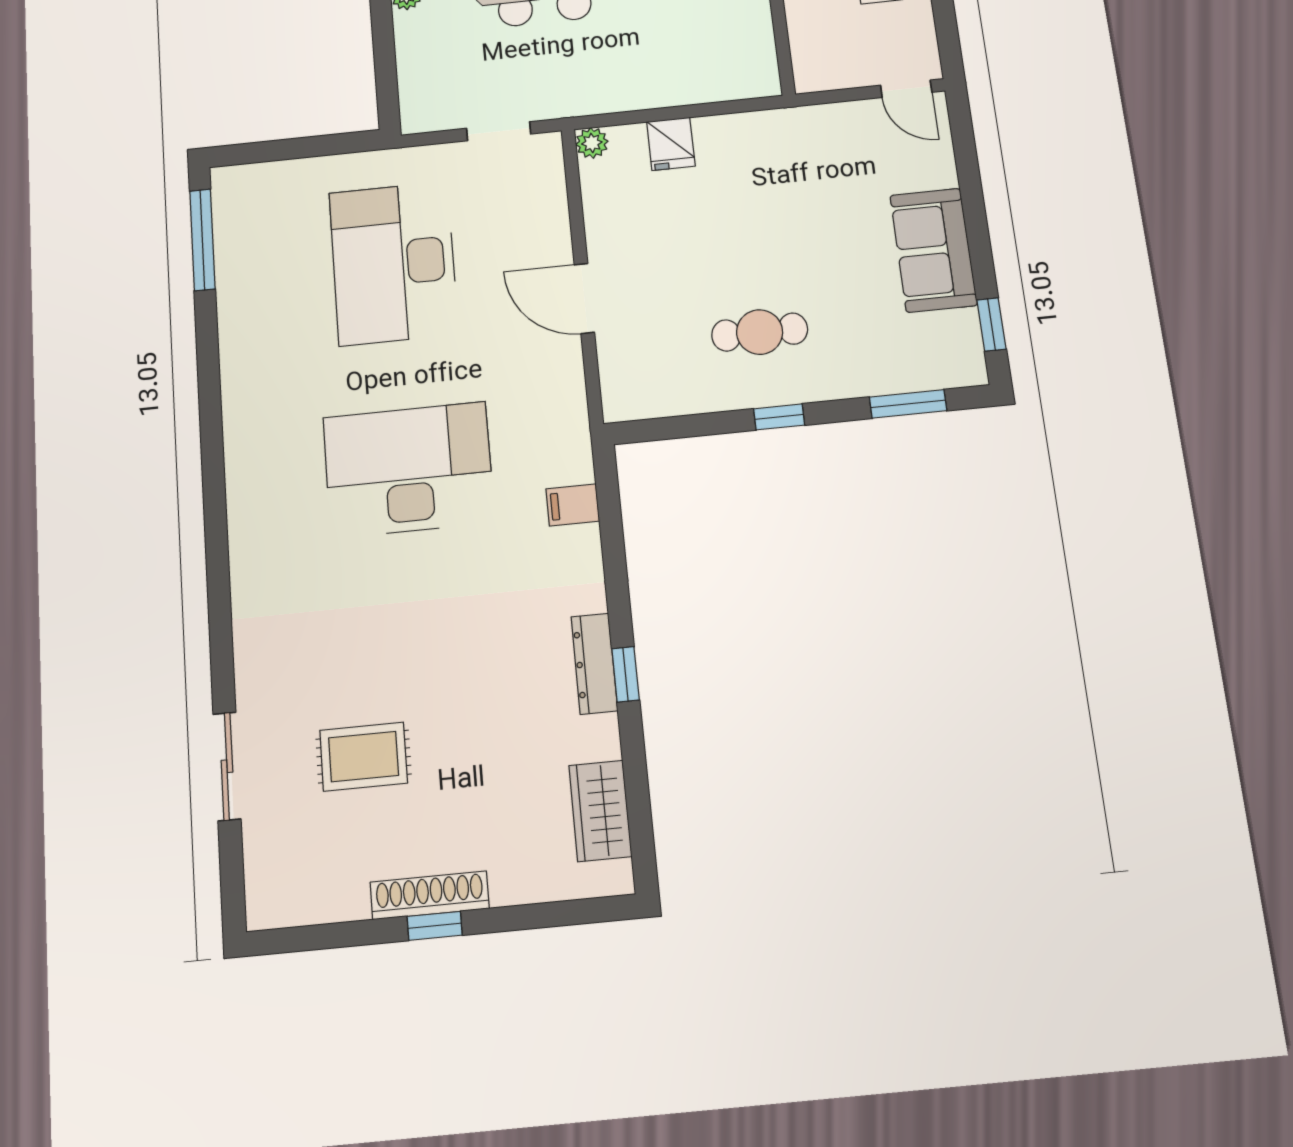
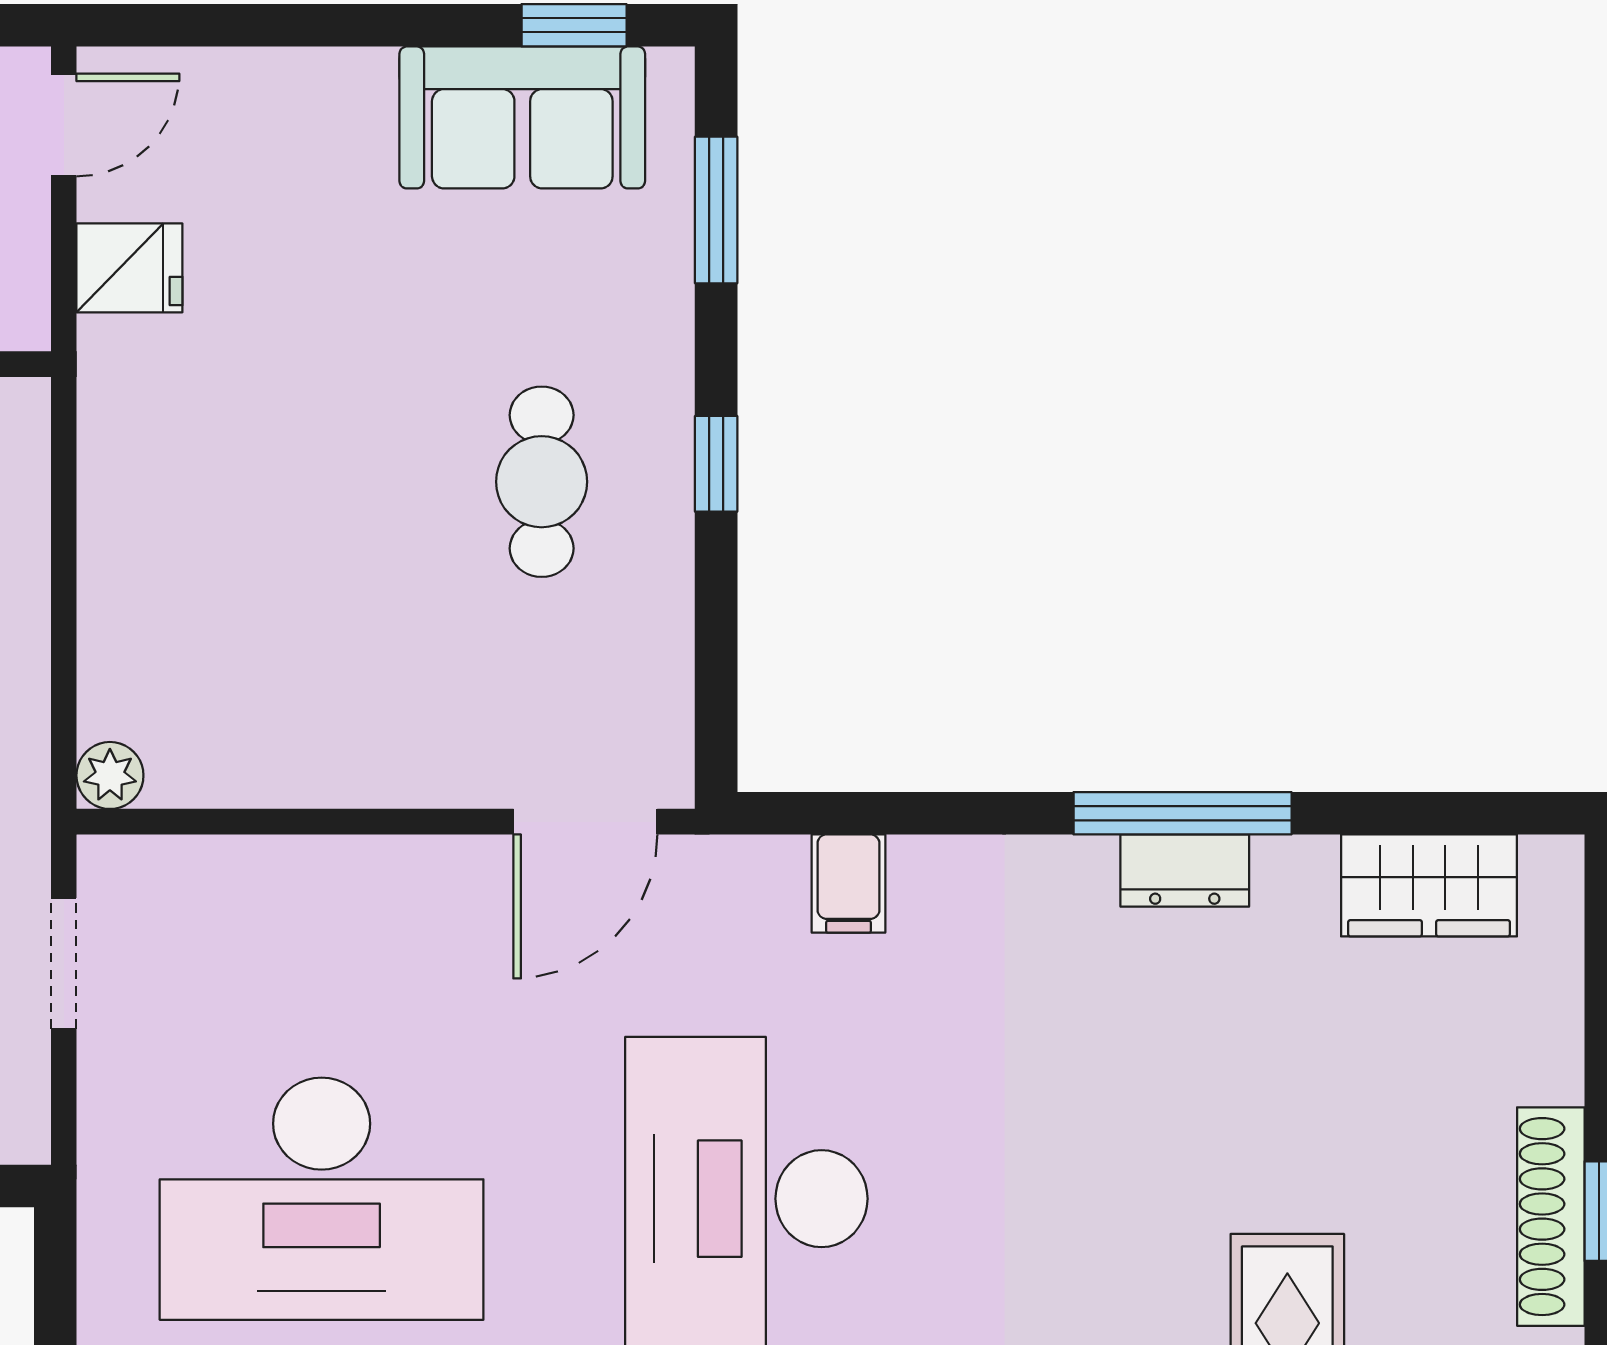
fridge: (671, 144) -> (129, 268), moved
sofa: (933, 250) -> (522, 117), moved
door: (584, 298) -> (585, 822), moved
dresser: (594, 664) -> (1185, 871), width x0.70
window: (626, 674) -> (1183, 813), width x2.17

